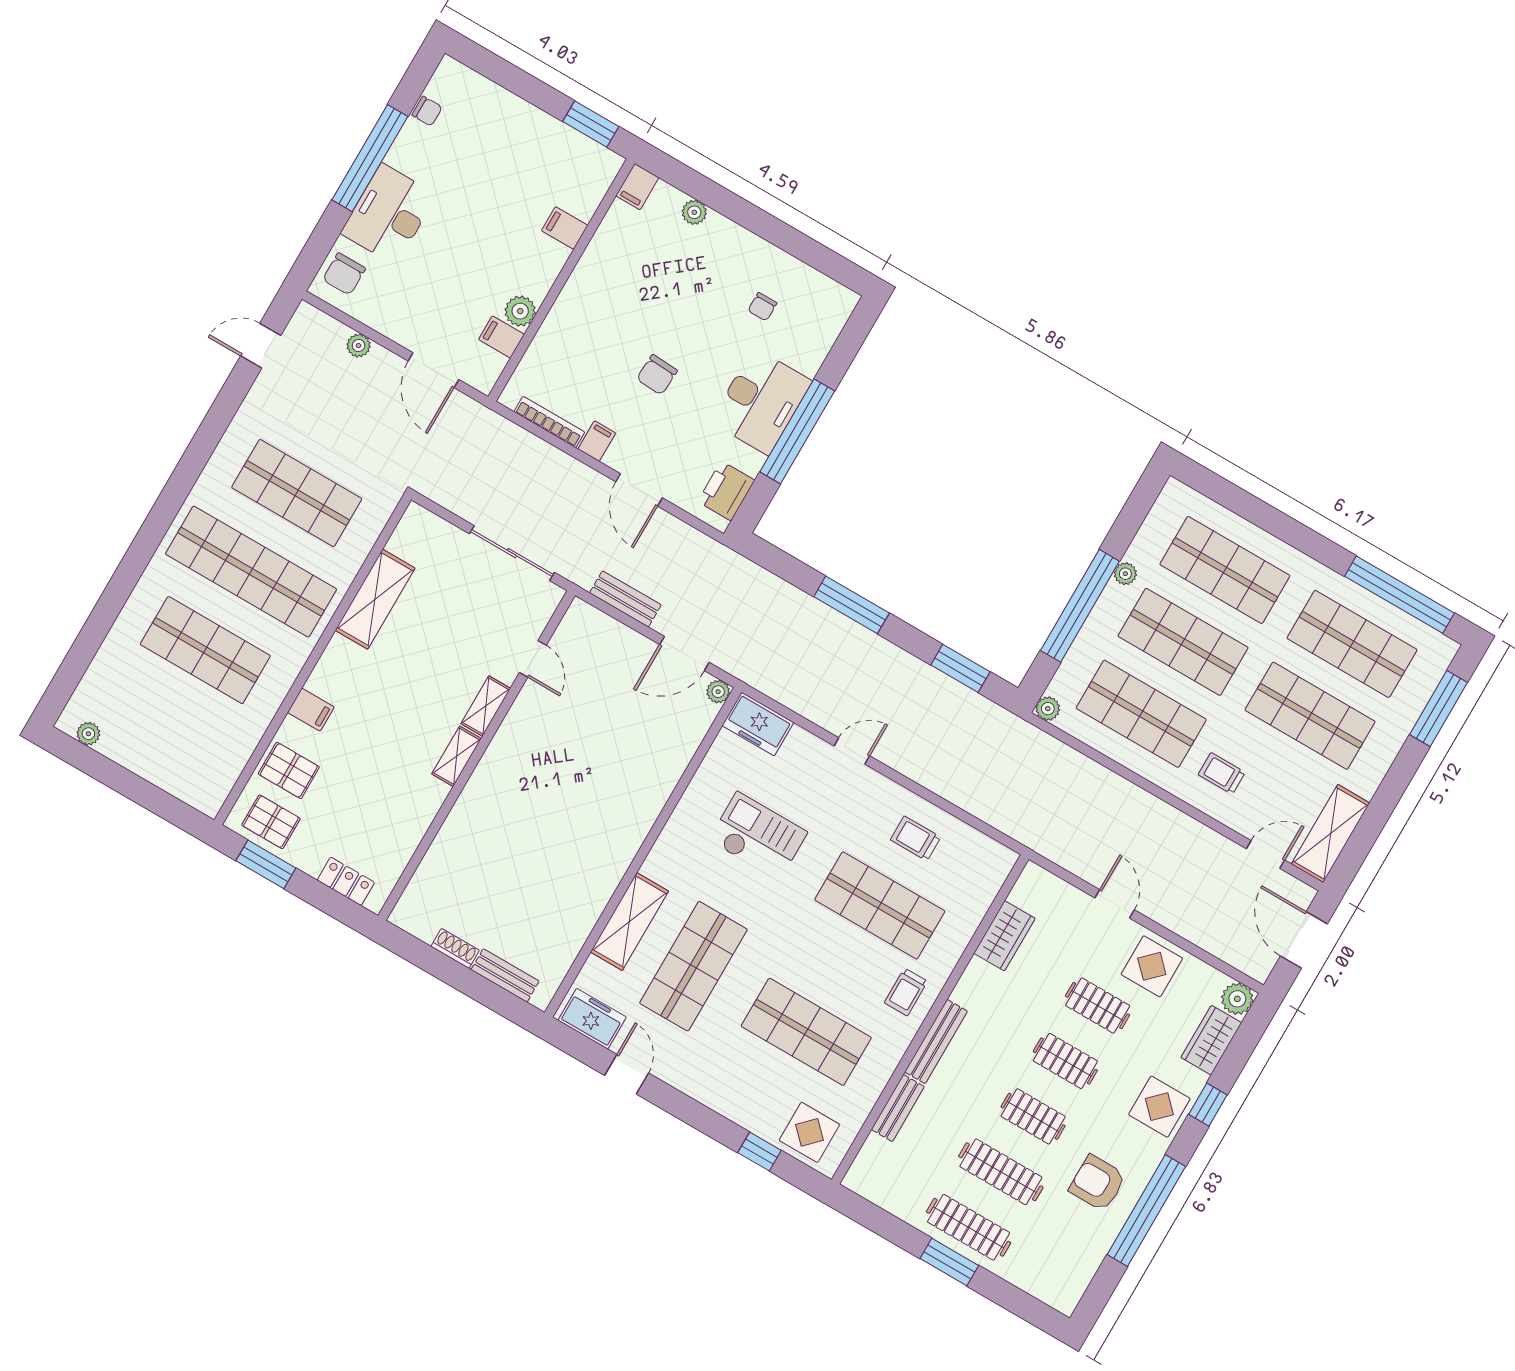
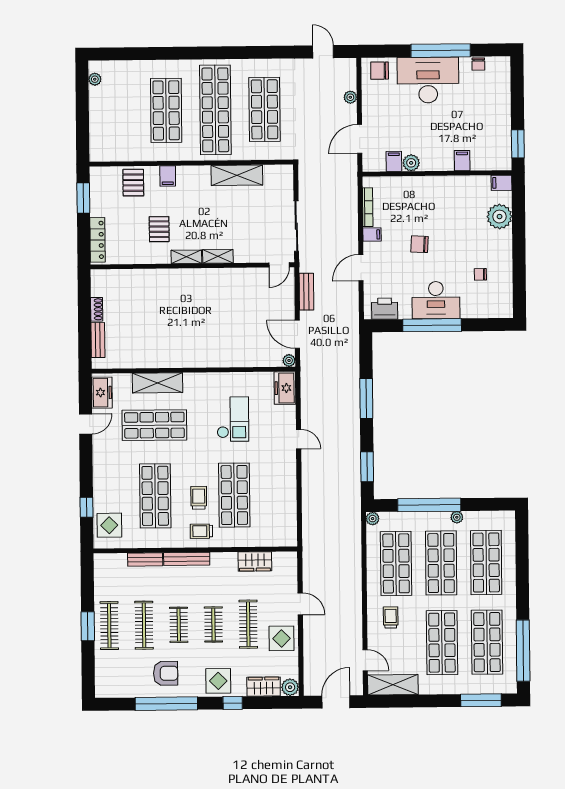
plant: (694, 212) -> (500, 217), width x1.88, depth x1.88
desk: (389, 214) -> (428, 80), width x1.36, depth x1.30
door: (533, 659) -> (279, 265), moved
pallet: (271, 822) -> (159, 229), moved
trolley: (915, 838) -> (199, 498), moved
locker: (346, 881) -> (98, 240), width x1.53
door: (1115, 904) -> (300, 604), hinge flipped
clothes rail: (1098, 1006) -> (248, 624), width x1.36
armchair: (1097, 1183) -> (166, 673), turned 90

